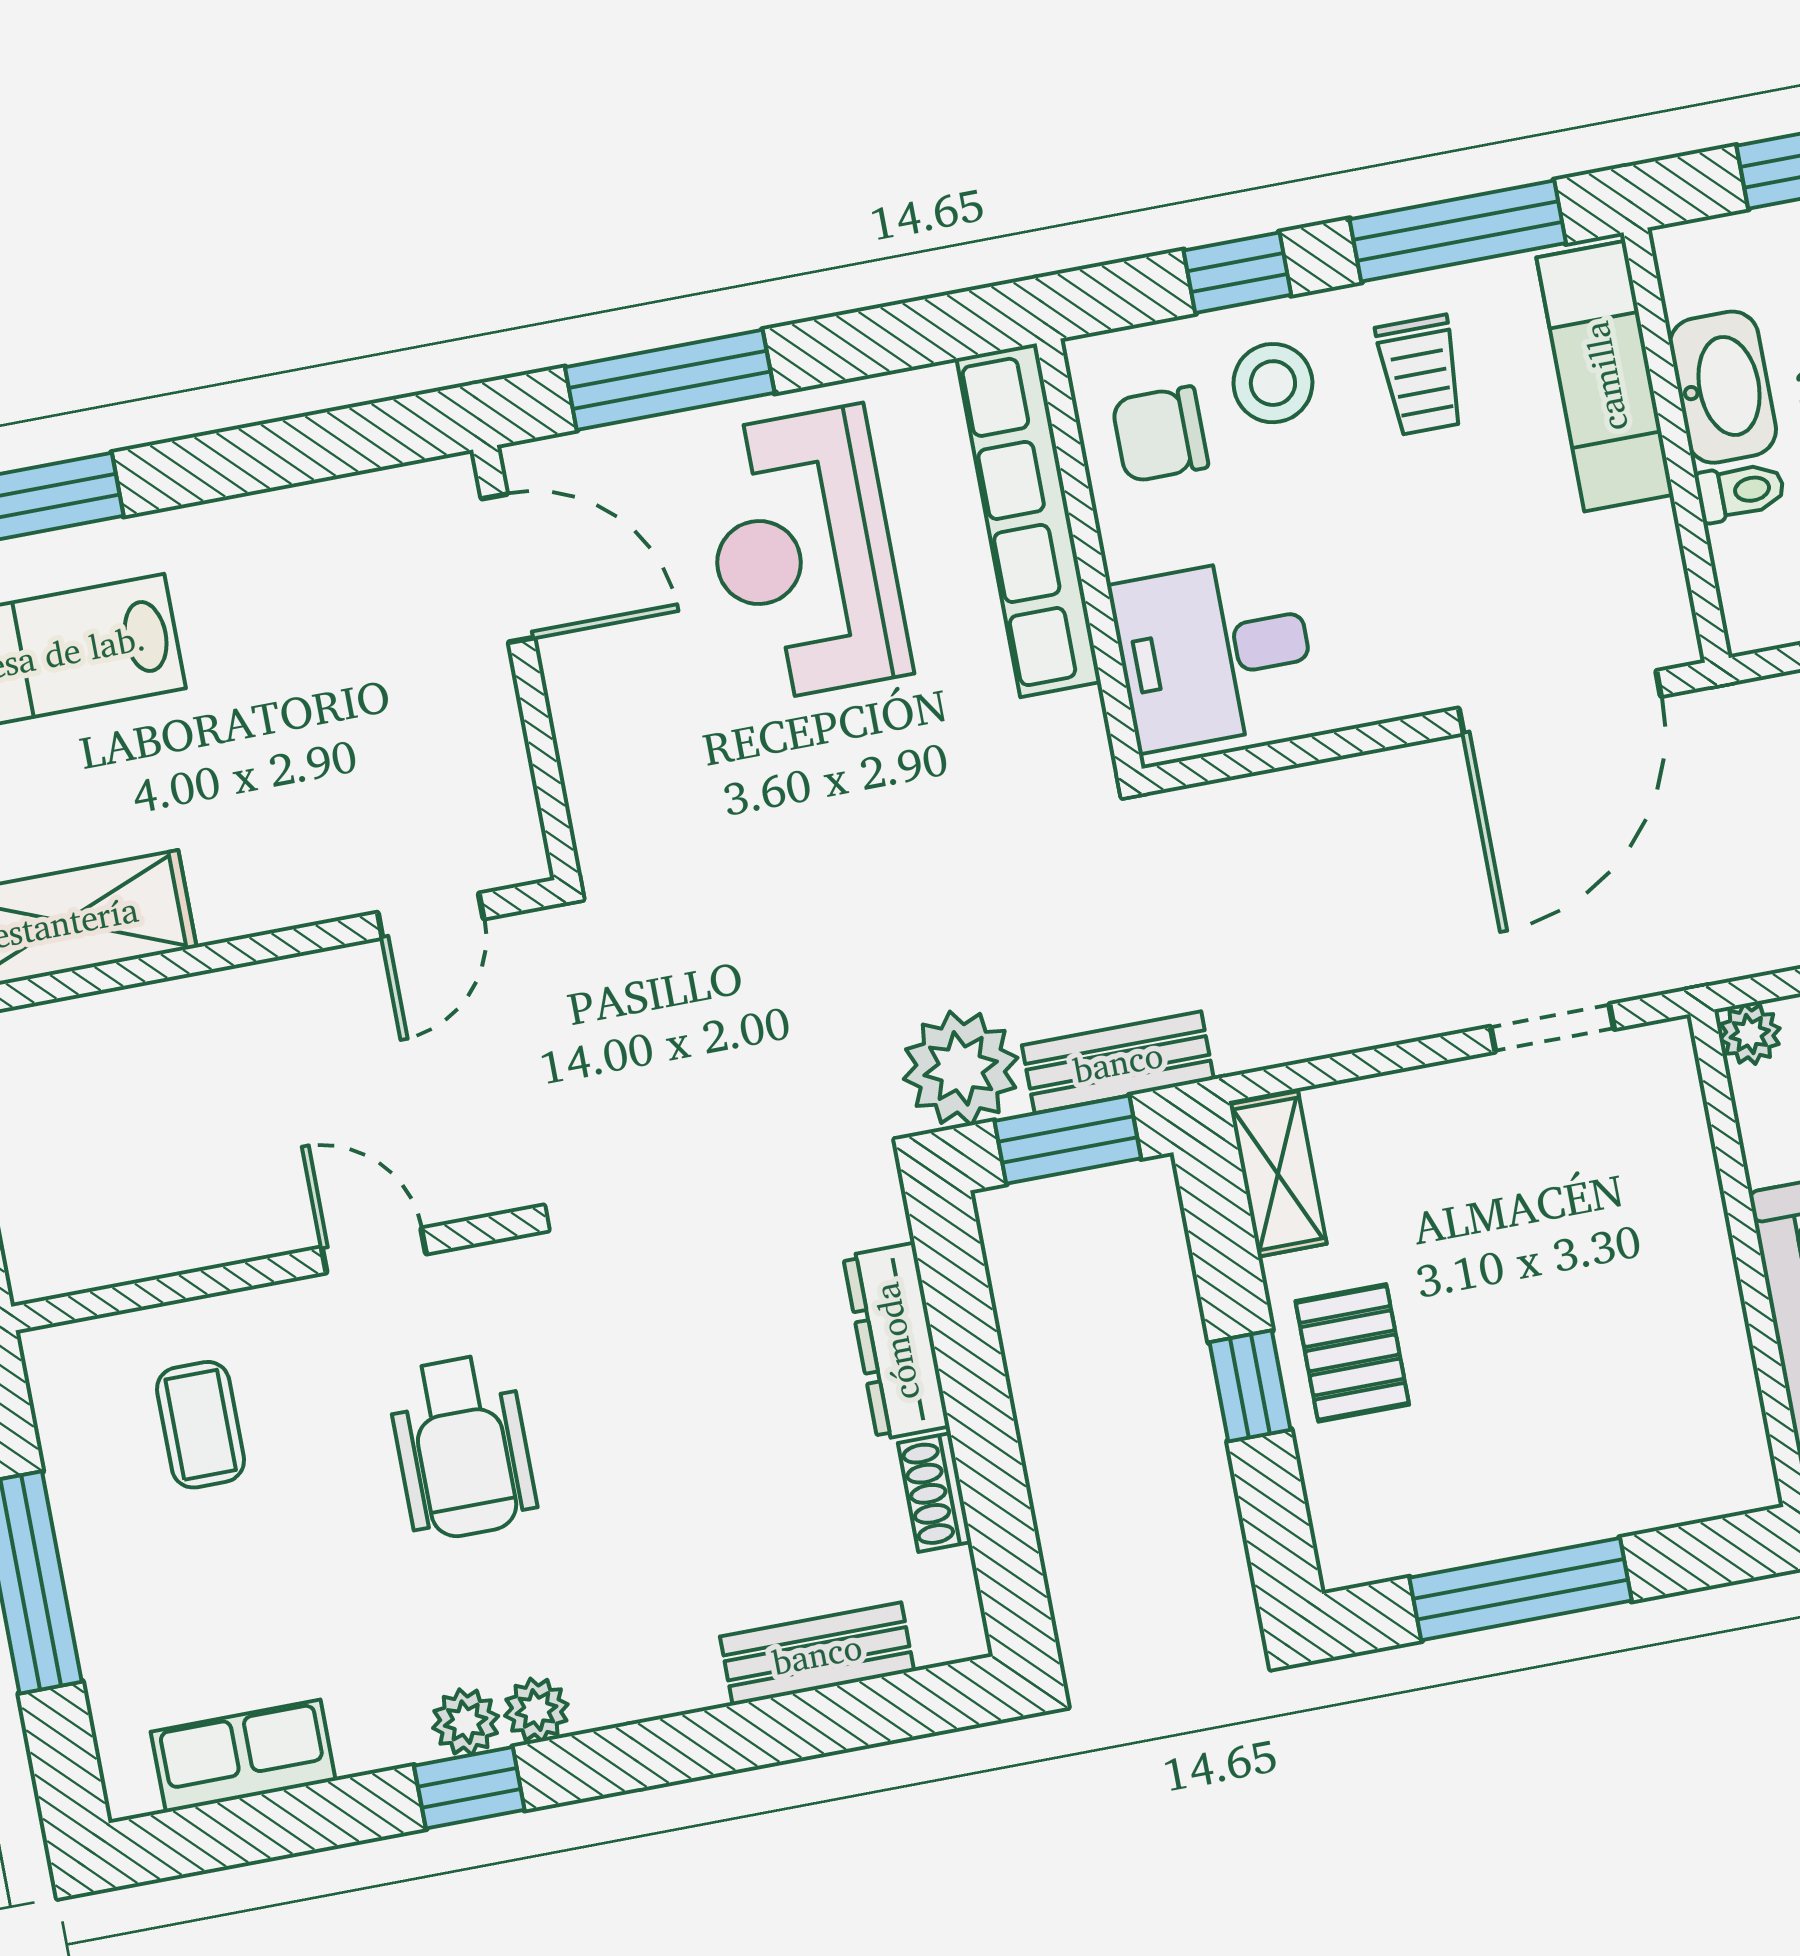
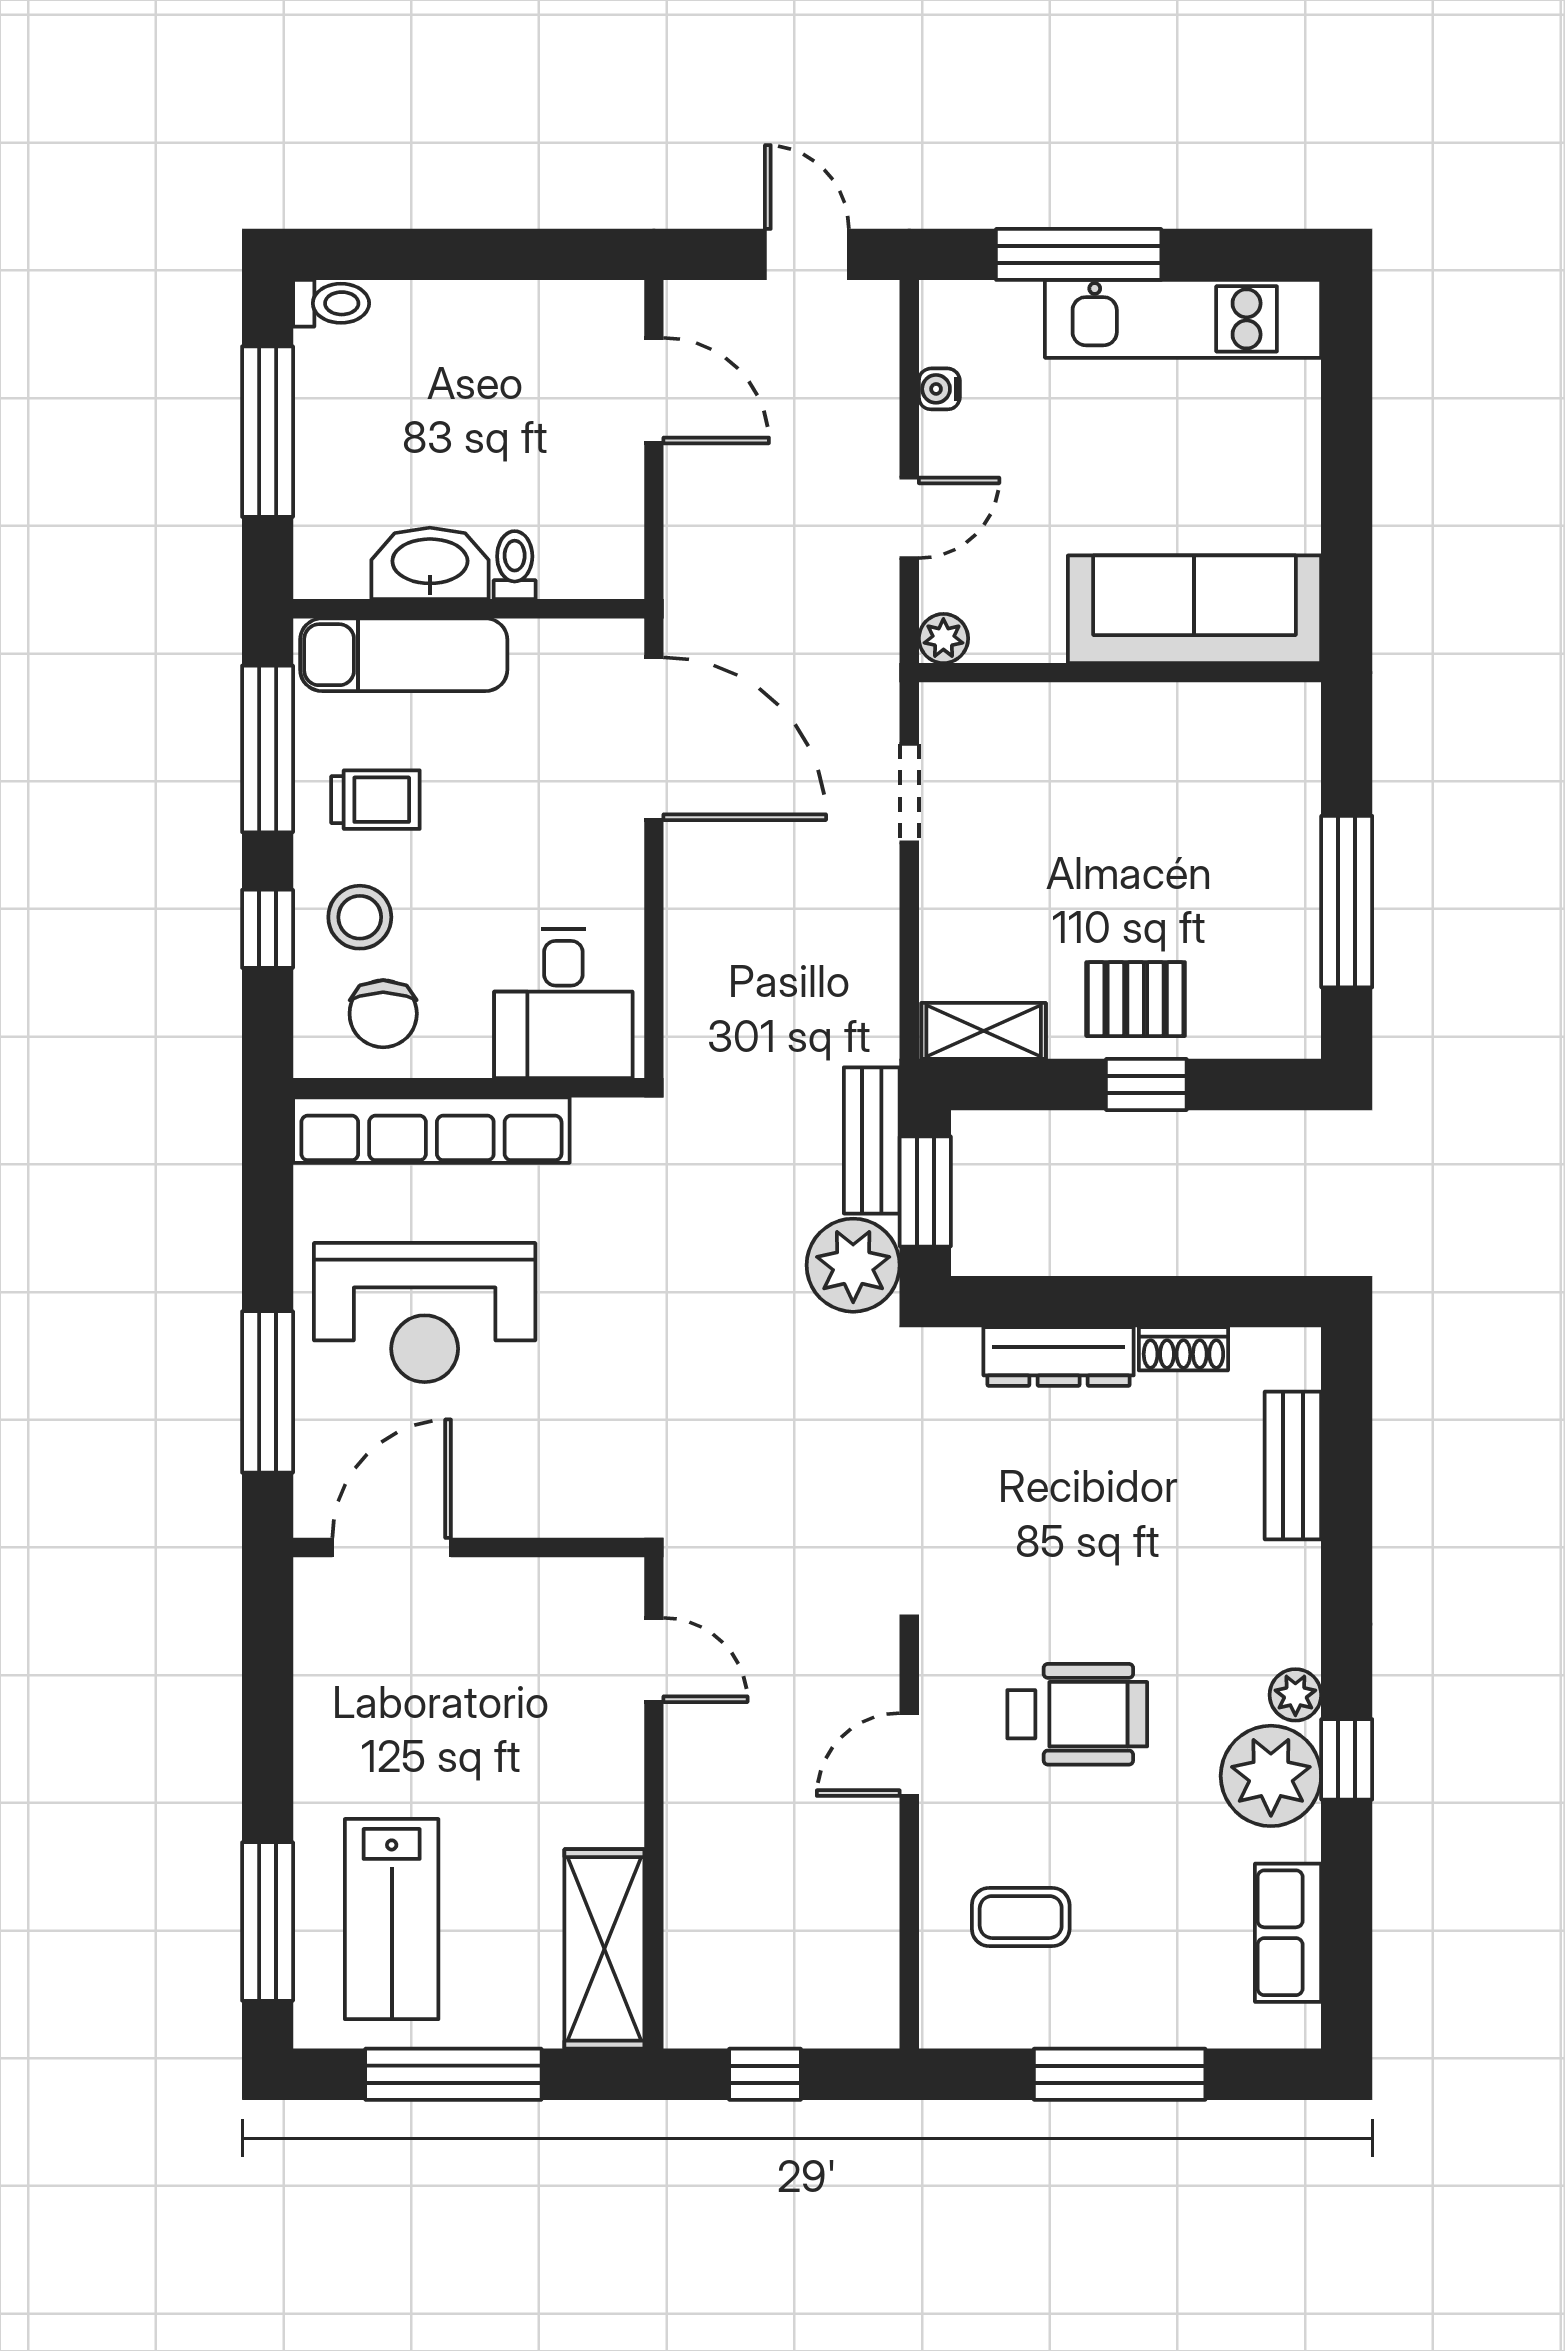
plant: (466, 1722) -> (1271, 1776), width x1.87, depth x1.87

